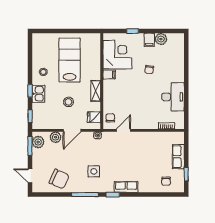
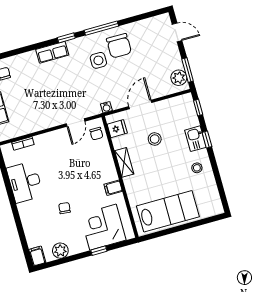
filing cabinet: (149, 40) -> (37, 256), moved
corner desk: (117, 55) -> (103, 227), moved, turned 90
lab bench: (69, 60) -> (168, 211), moved, turned -90
plant: (56, 137) -> (159, 90), removed
chair: (59, 179) -> (119, 46), moved, turned -114

